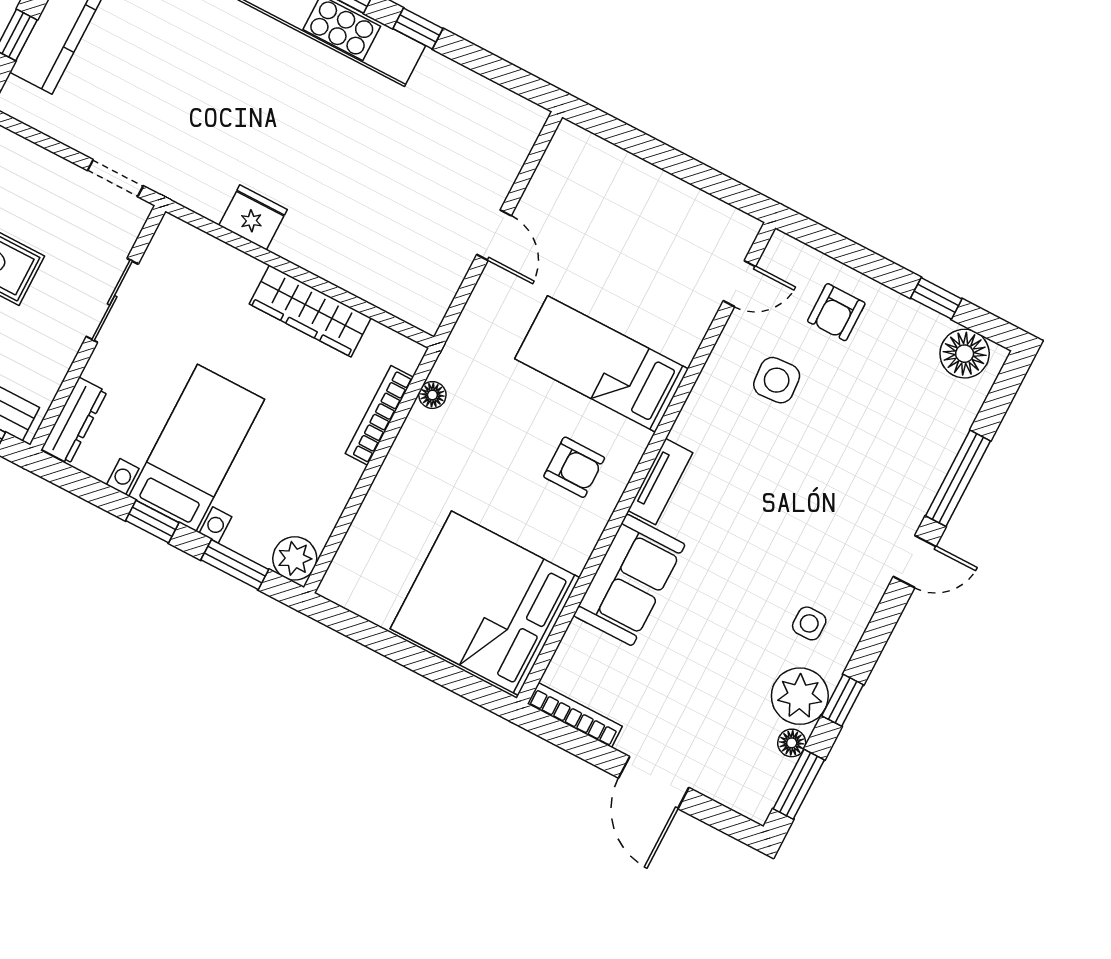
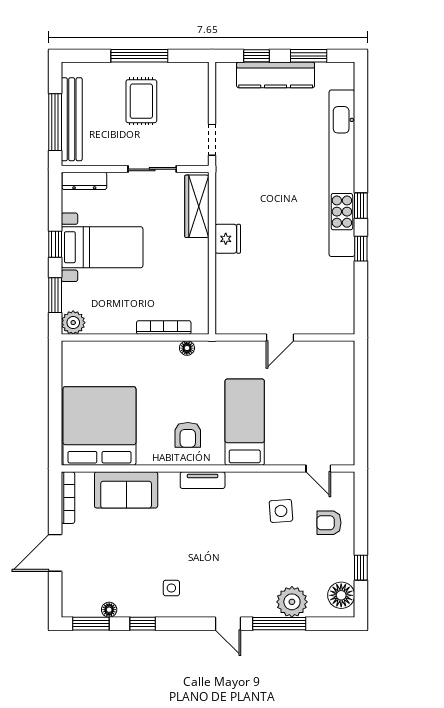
fridge: (253, 217) -> (228, 239), moved
wardrobe: (310, 311) -> (197, 206), moved
sofa: (629, 580) -> (126, 490), moved
plant: (800, 696) -> (292, 602), moved

